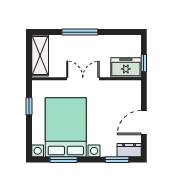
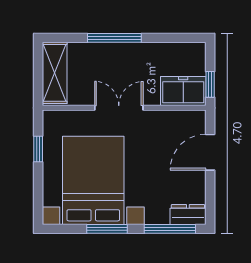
door: (144, 123) -> (210, 152), moved
window: (64, 160) -> (107, 229), moved
window: (117, 160) -> (170, 229), width x1.44

